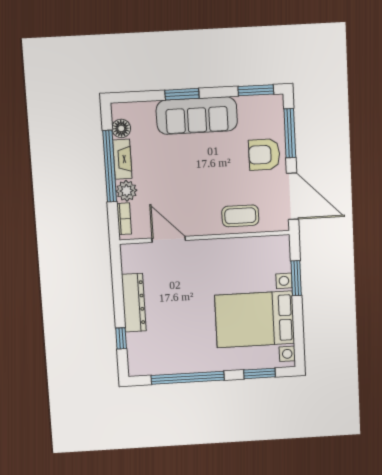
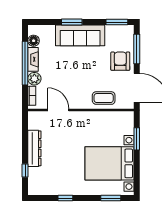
armchair: (264, 155) -> (120, 61), turned 90
window: (188, 378) -> (65, 198), width x0.32

